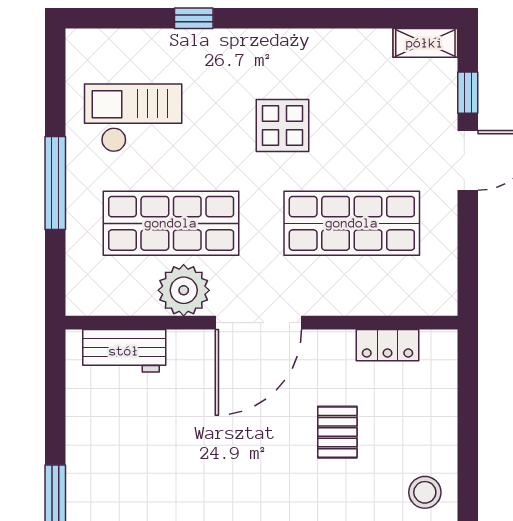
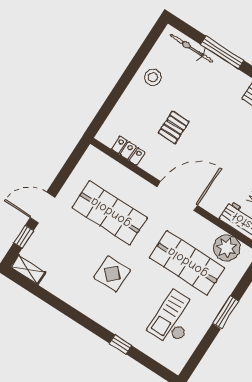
checkout: (133, 118) -> (174, 319), turned 90
window: (55, 183) -> (226, 312), width x0.69
plant: (184, 290) -> (227, 248), moved

